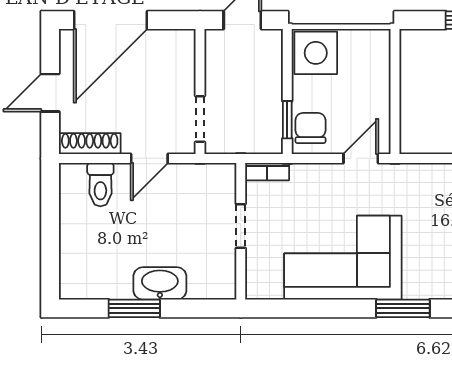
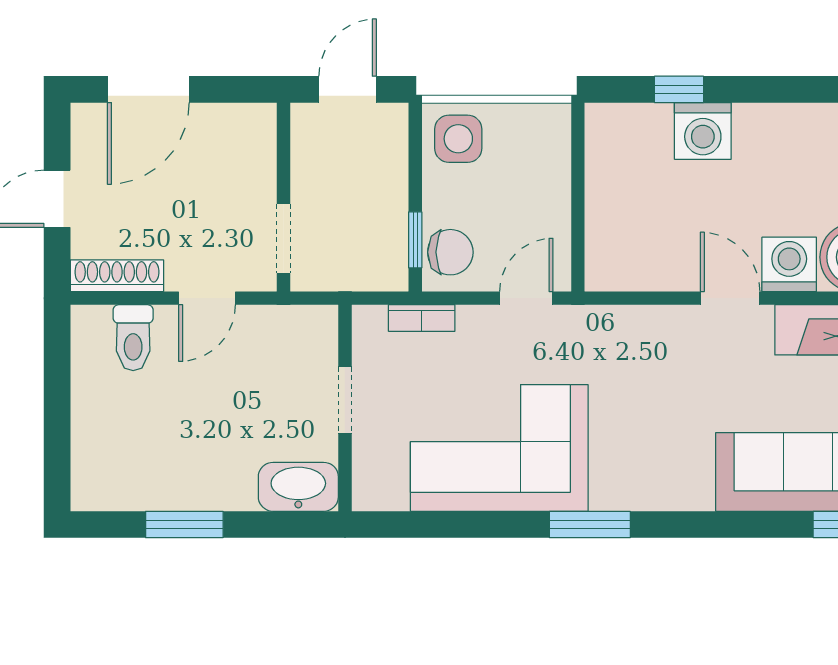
door: (110, 20) -> (148, 89), width x0.73
side table: (316, 53) -> (458, 139), width x0.73, depth x0.73
chair: (310, 128) -> (450, 252), turned 90
bookcase: (267, 172) -> (422, 318), moved
washbasin: (160, 283) -> (298, 487), moved

